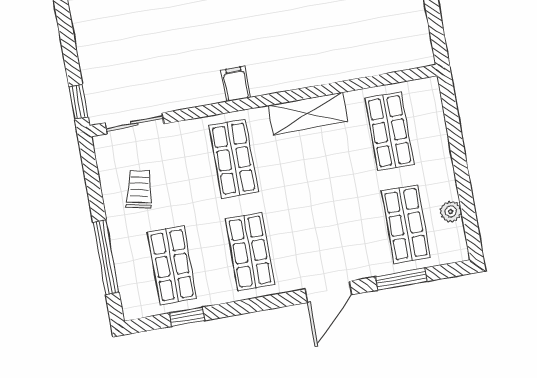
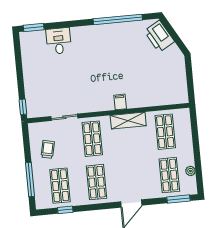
filing cabinet: (236, 84) -> (120, 102), moved
sliding door: (134, 123) -> (64, 117), moved
window: (401, 279) -> (179, 199), moved

